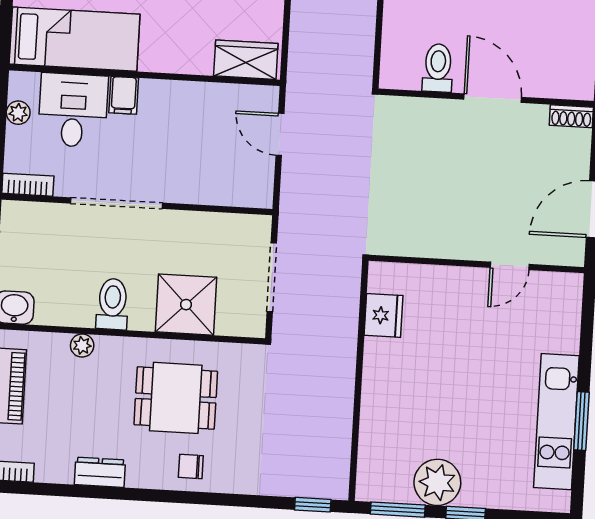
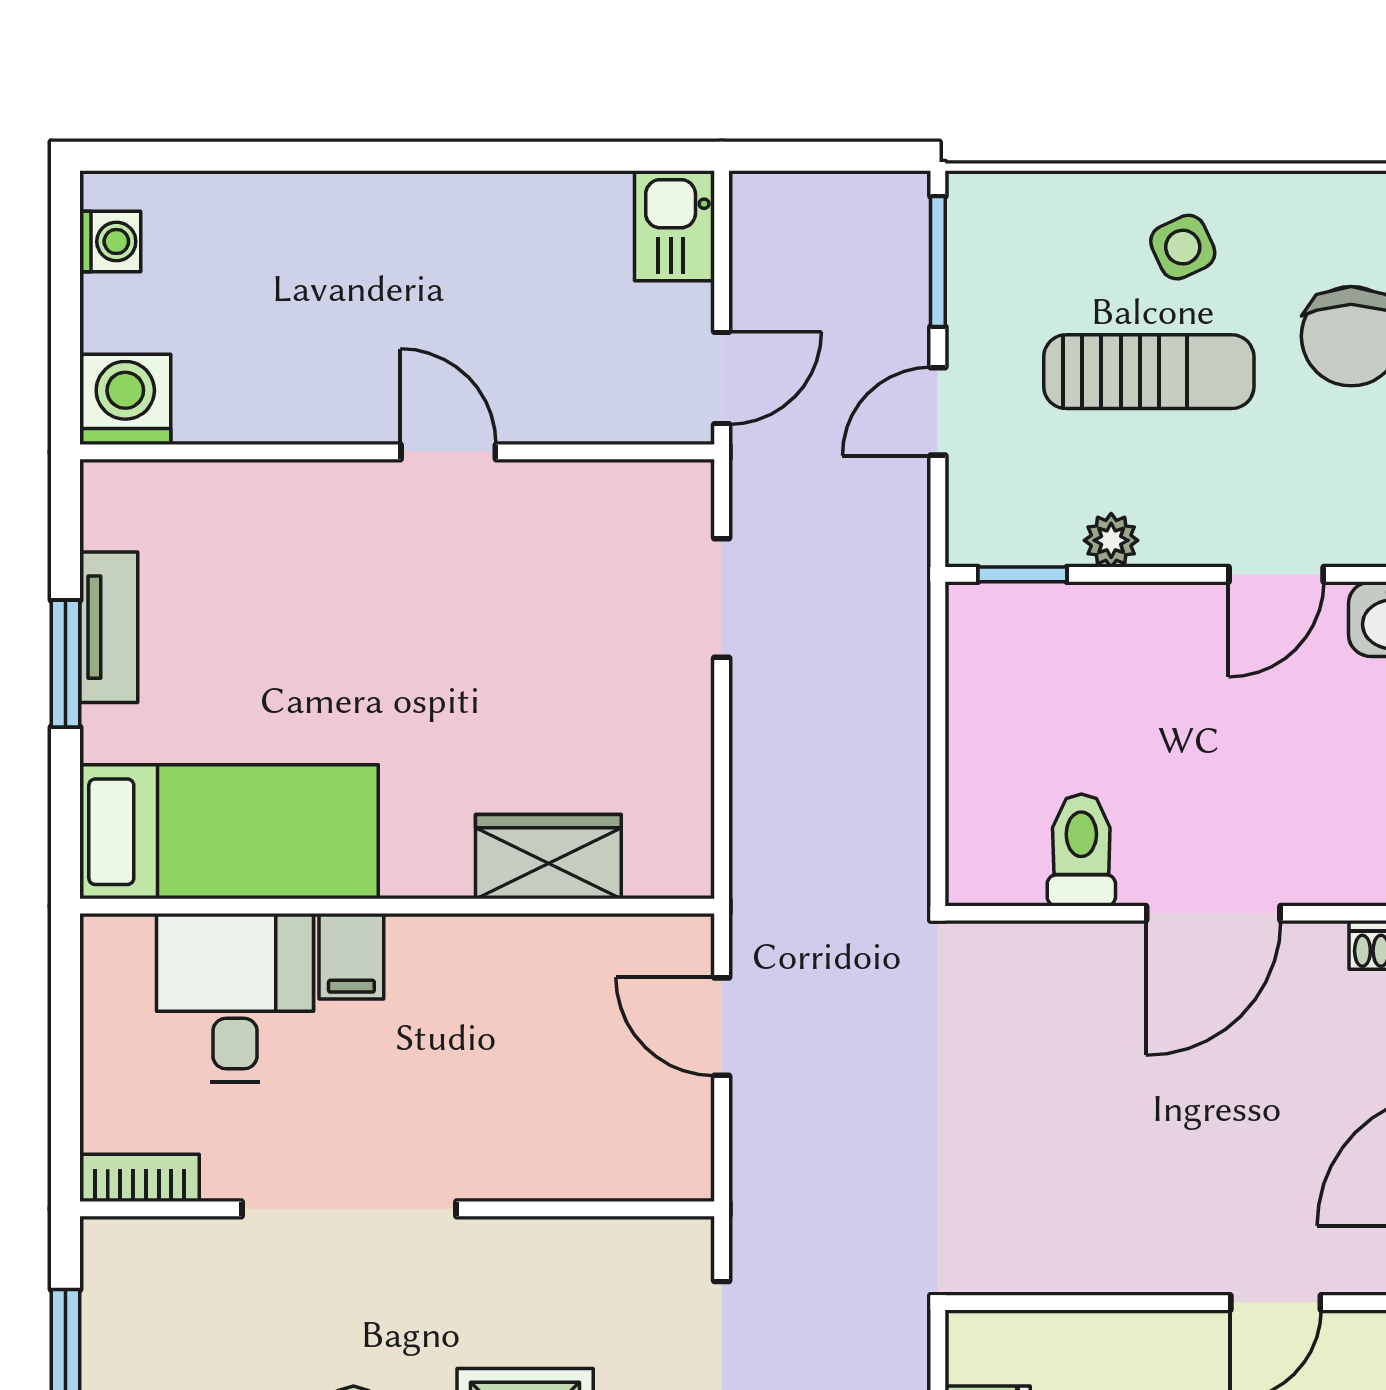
wardrobe: (246, 60) -> (548, 857), moved
door: (493, 98) -> (1213, 913), swing flipped
plant: (18, 113) -> (107, 1011), removed

